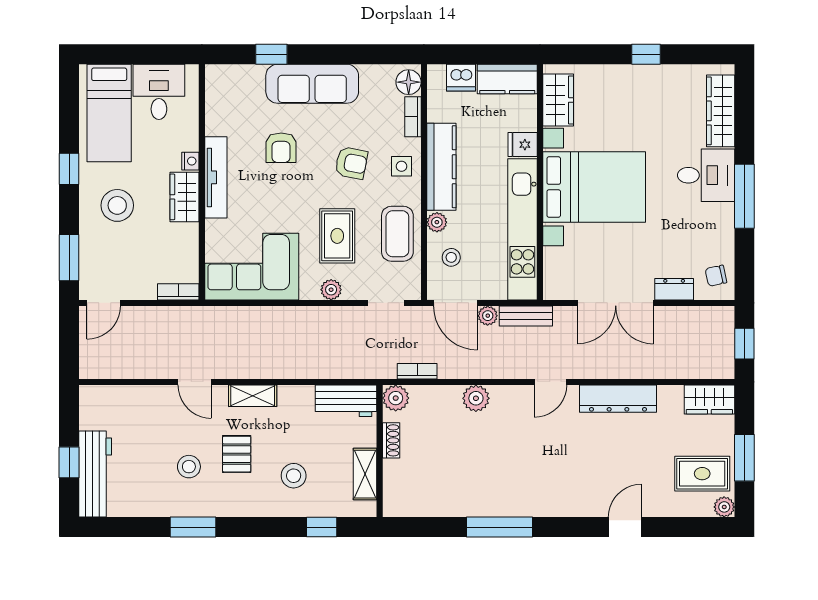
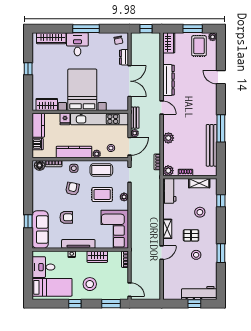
sofa: (312, 84) -> (40, 230), moved
wardrobe: (184, 197) -> (97, 257), moved
bench: (458, 504) -> (212, 145), added

